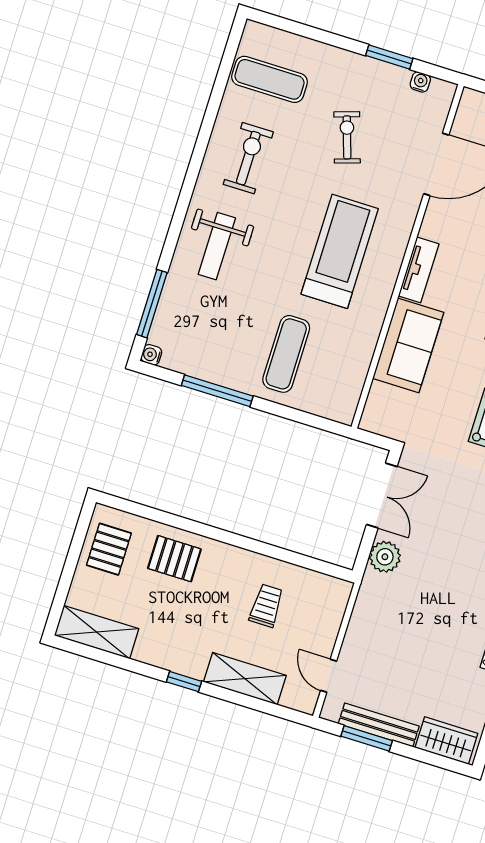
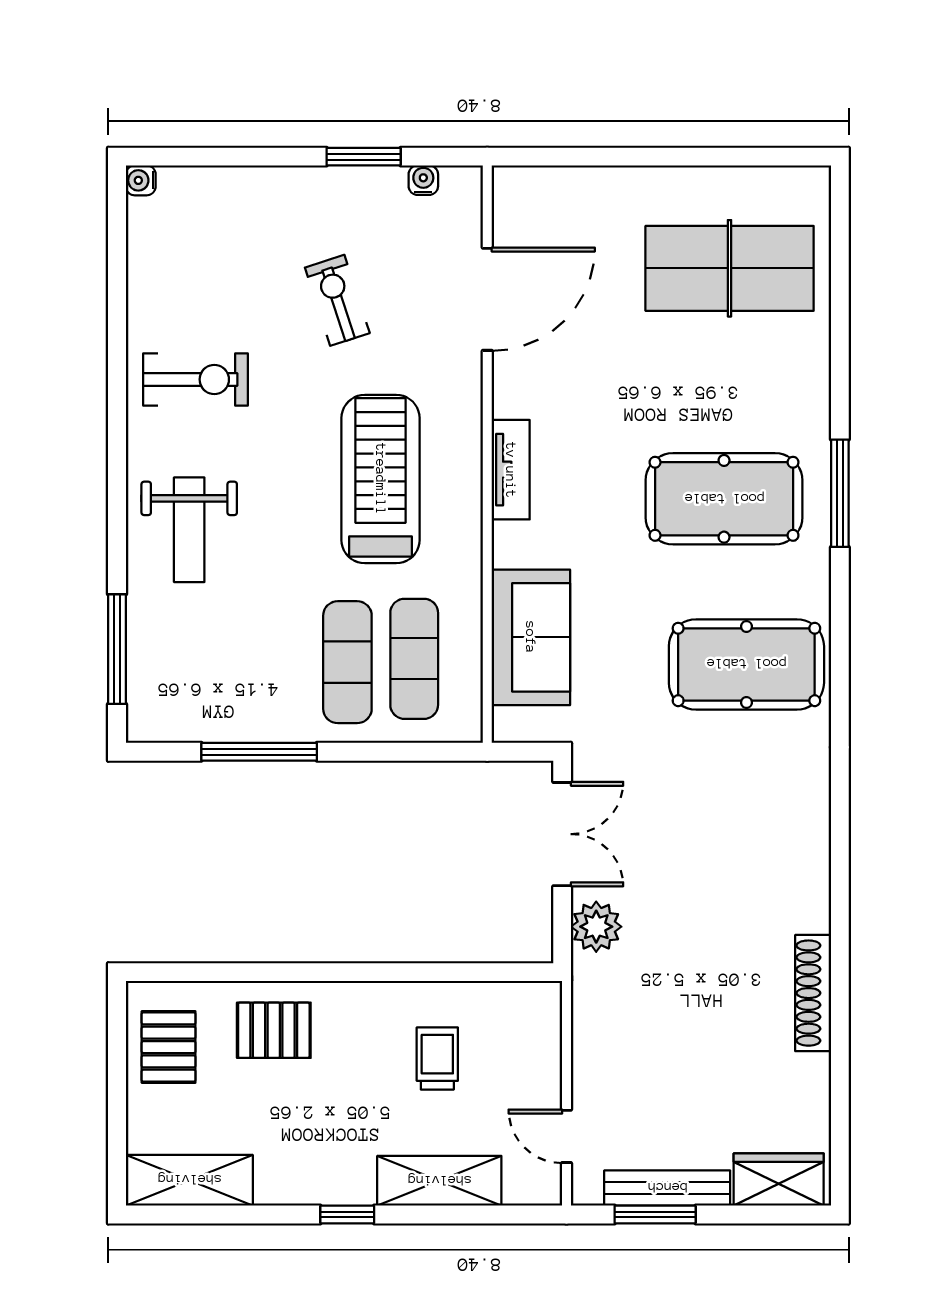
exercise mat: (270, 79) -> (414, 659), moved, turned 90
exercise bike: (248, 158) -> (195, 379), turned 90
sofa: (408, 345) -> (531, 637), moved
water cooler: (151, 355) -> (141, 180), moved

